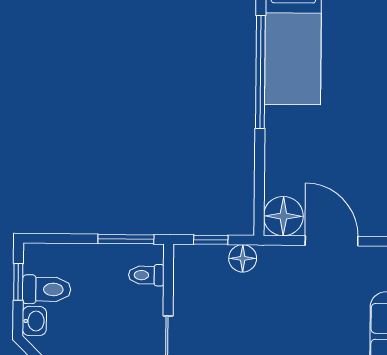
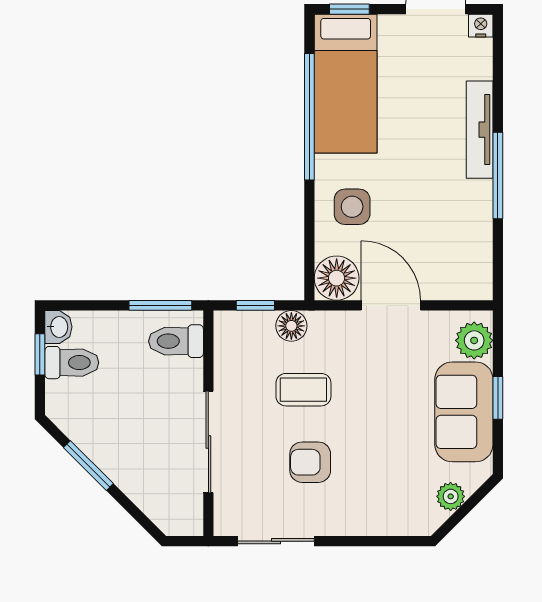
side table: (298, 153) -> (352, 207), added
toilet: (146, 275) -> (176, 341), width x1.37, depth x1.39
coffee table: (253, 315) -> (303, 390), added
washbasin: (34, 321) -> (58, 327), moved

